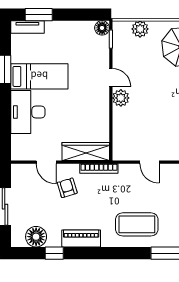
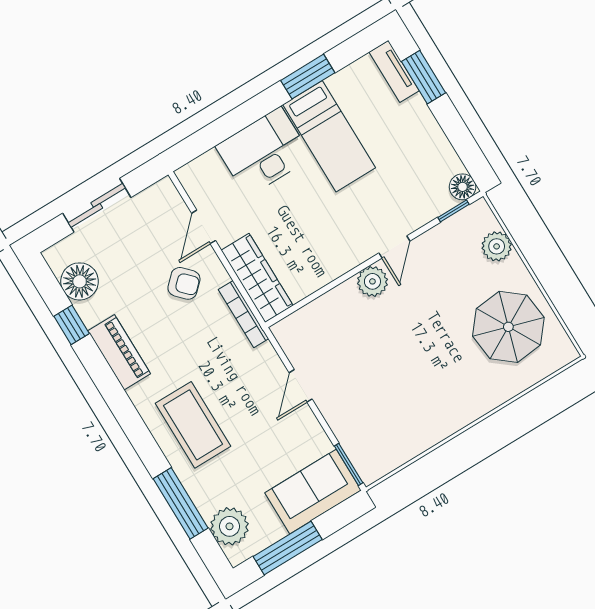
armchair: (67, 188) -> (184, 283), turned 63

